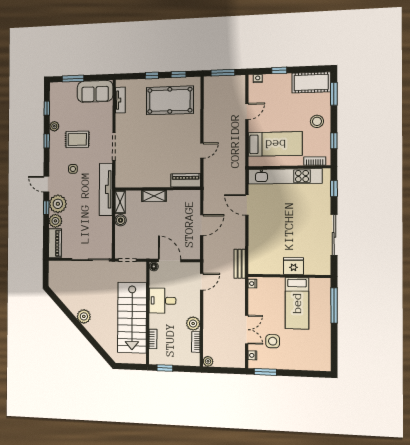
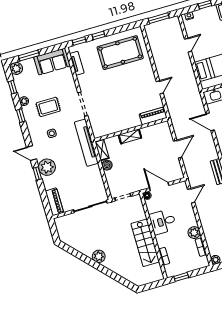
window: (178, 74) -> (79, 41), moved
plant: (55, 221) -> (16, 68), moved
stairs: (132, 318) -> (145, 243), width x0.73, depth x0.66

